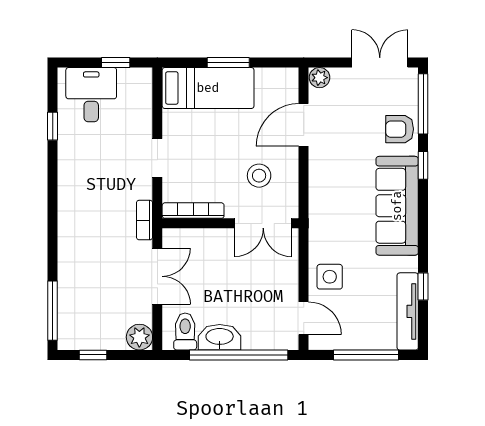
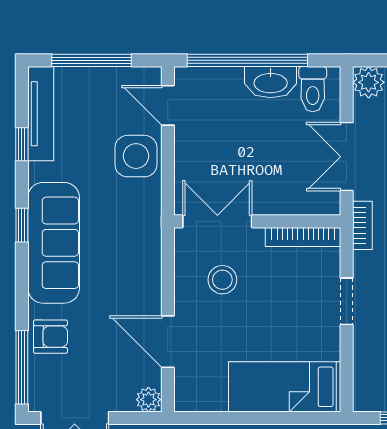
window: (228, 63) -> (260, 418), removed
door: (304, 125) -> (168, 342), swing flipped
window: (423, 165) -> (22, 225), moved
side table: (330, 277) -> (136, 156), width x1.37, depth x1.37

